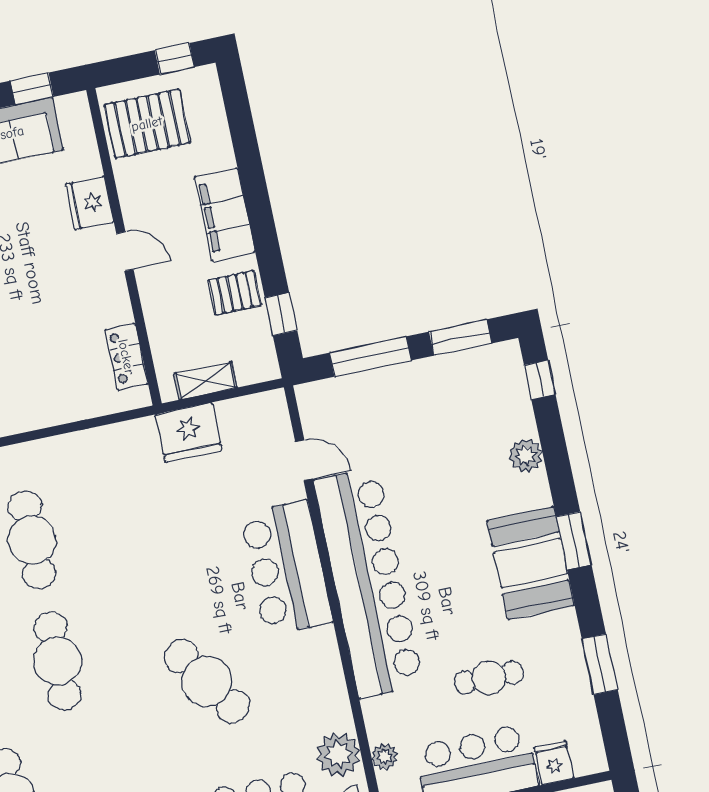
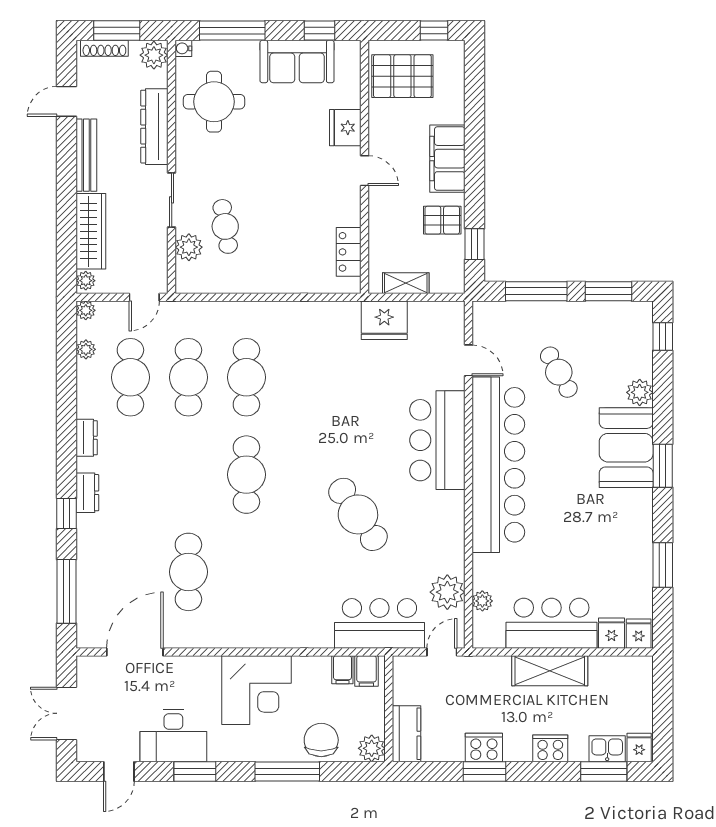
booth: (531, 563) -> (626, 448), moved
cafe table: (489, 678) -> (559, 372), moved, turned 61
fridge: (588, 756) -> (639, 634), added

